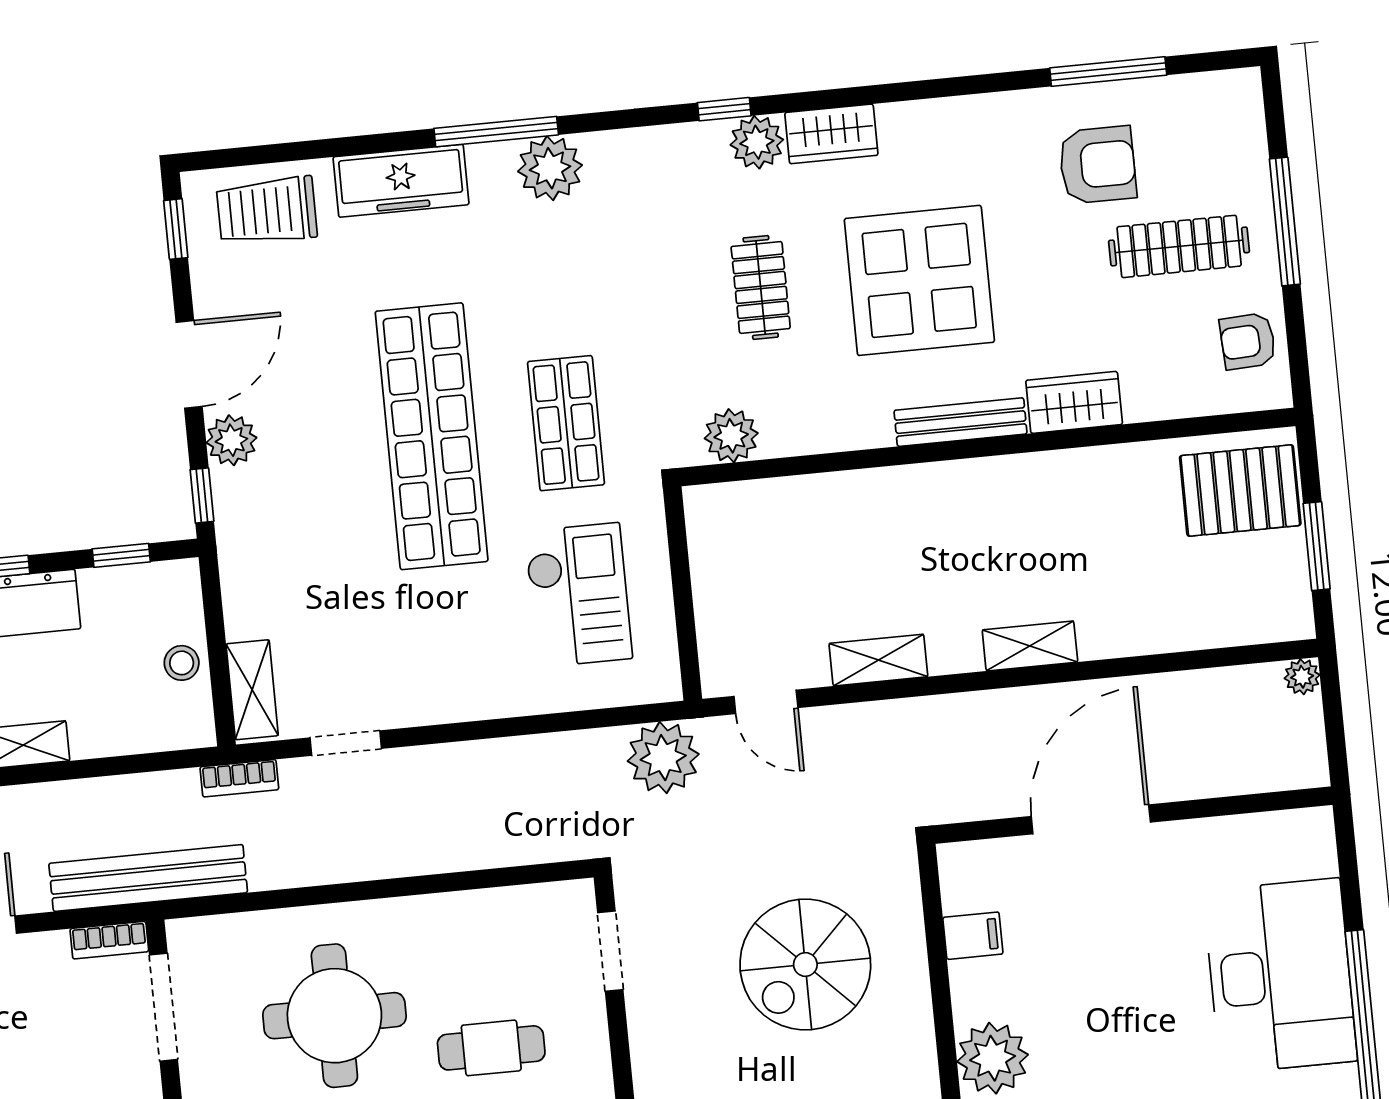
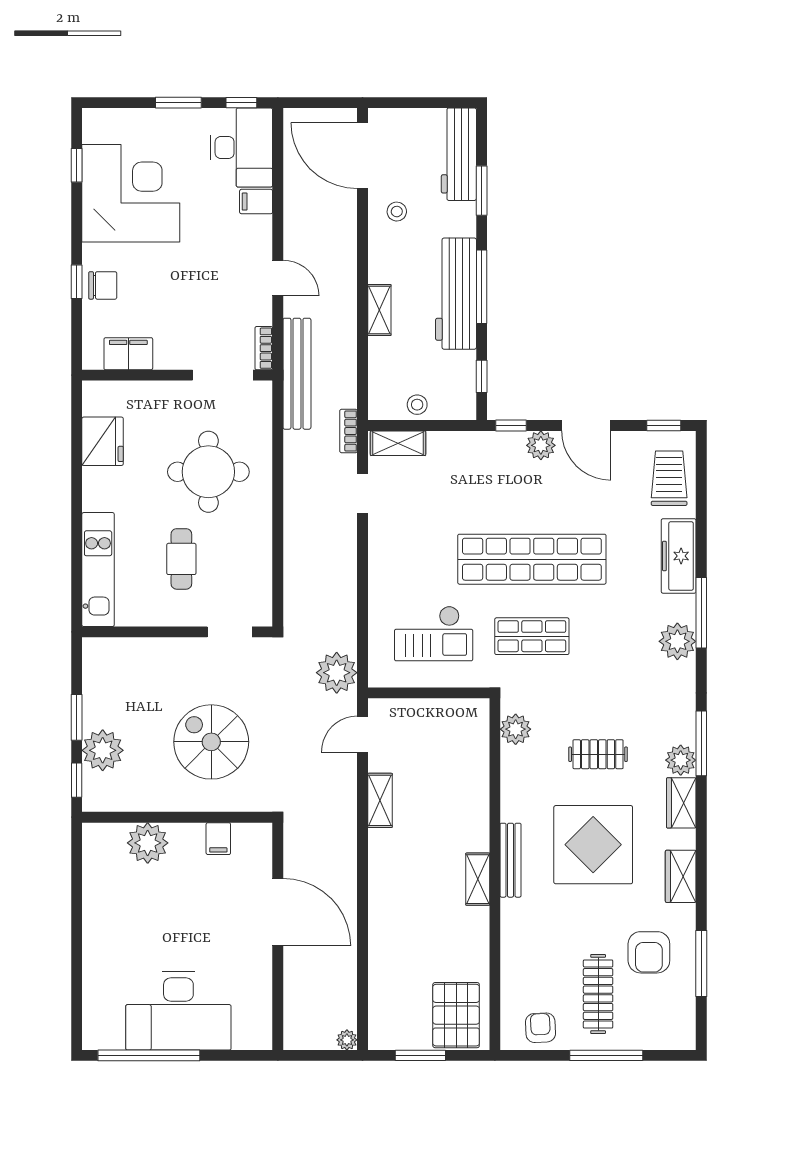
window: (724, 109) -> (701, 743), width x2.17
wardrobe: (1074, 402) -> (681, 876), moved, turned 180
shelving: (1030, 646) -> (478, 879), moved

